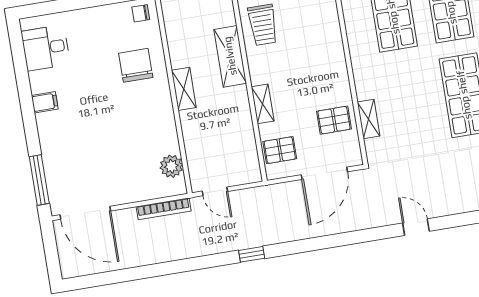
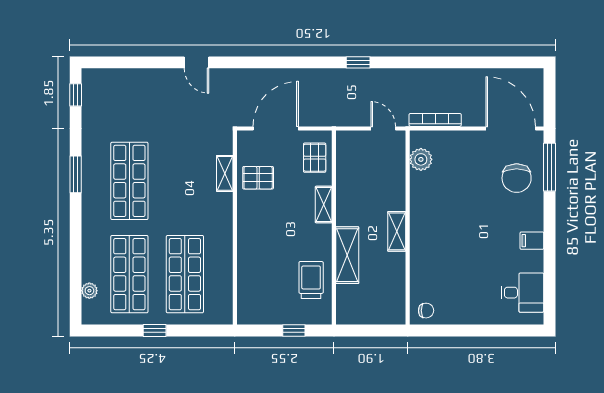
chair: (136, 65) -> (517, 178), moved
pallet: (280, 150) -> (315, 158), turned 90

